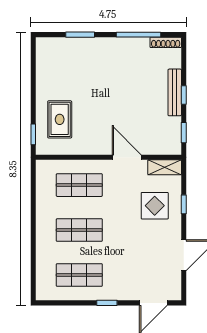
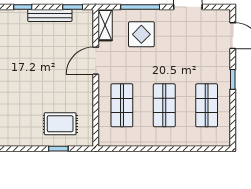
bench: (175, 92) -> (50, 15), moved
window: (184, 95) -> (23, 7), moved
window: (33, 134) -> (58, 149), moved
window: (184, 204) -> (140, 7), width x2.17

